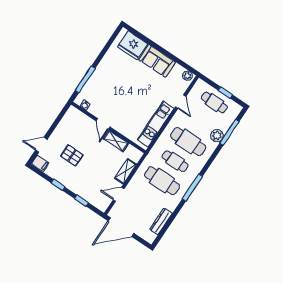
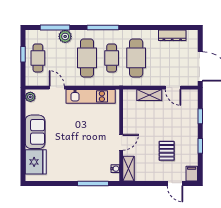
door: (181, 102) -> (57, 88), hinge flipped
shelving: (116, 141) -> (128, 169), moved
window: (192, 188) -> (103, 28), moved

